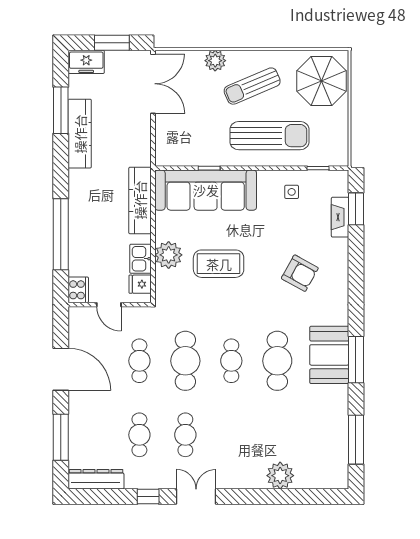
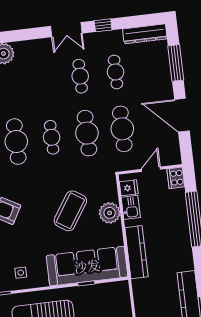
coffee table: (219, 264) -> (70, 211), turned -57
door: (109, 305) -> (151, 169), hinge flipped
cafe table: (139, 361) -> (122, 129), width x1.37, depth x1.35

